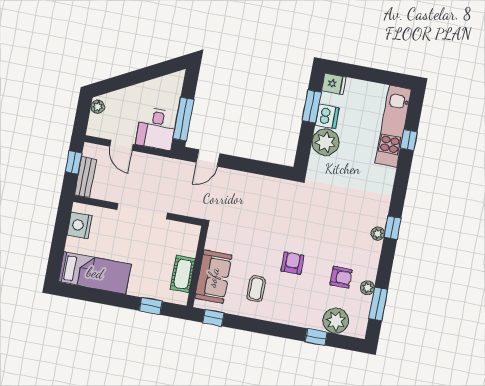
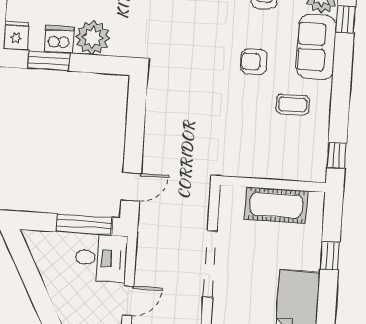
door: (208, 158) -> (131, 187), hinge flipped
cot: (183, 274) -> (276, 205), width x1.37, depth x1.34
sofa: (213, 277) -> (316, 47), moved, turned -90
window: (151, 306) -> (330, 256), moved

